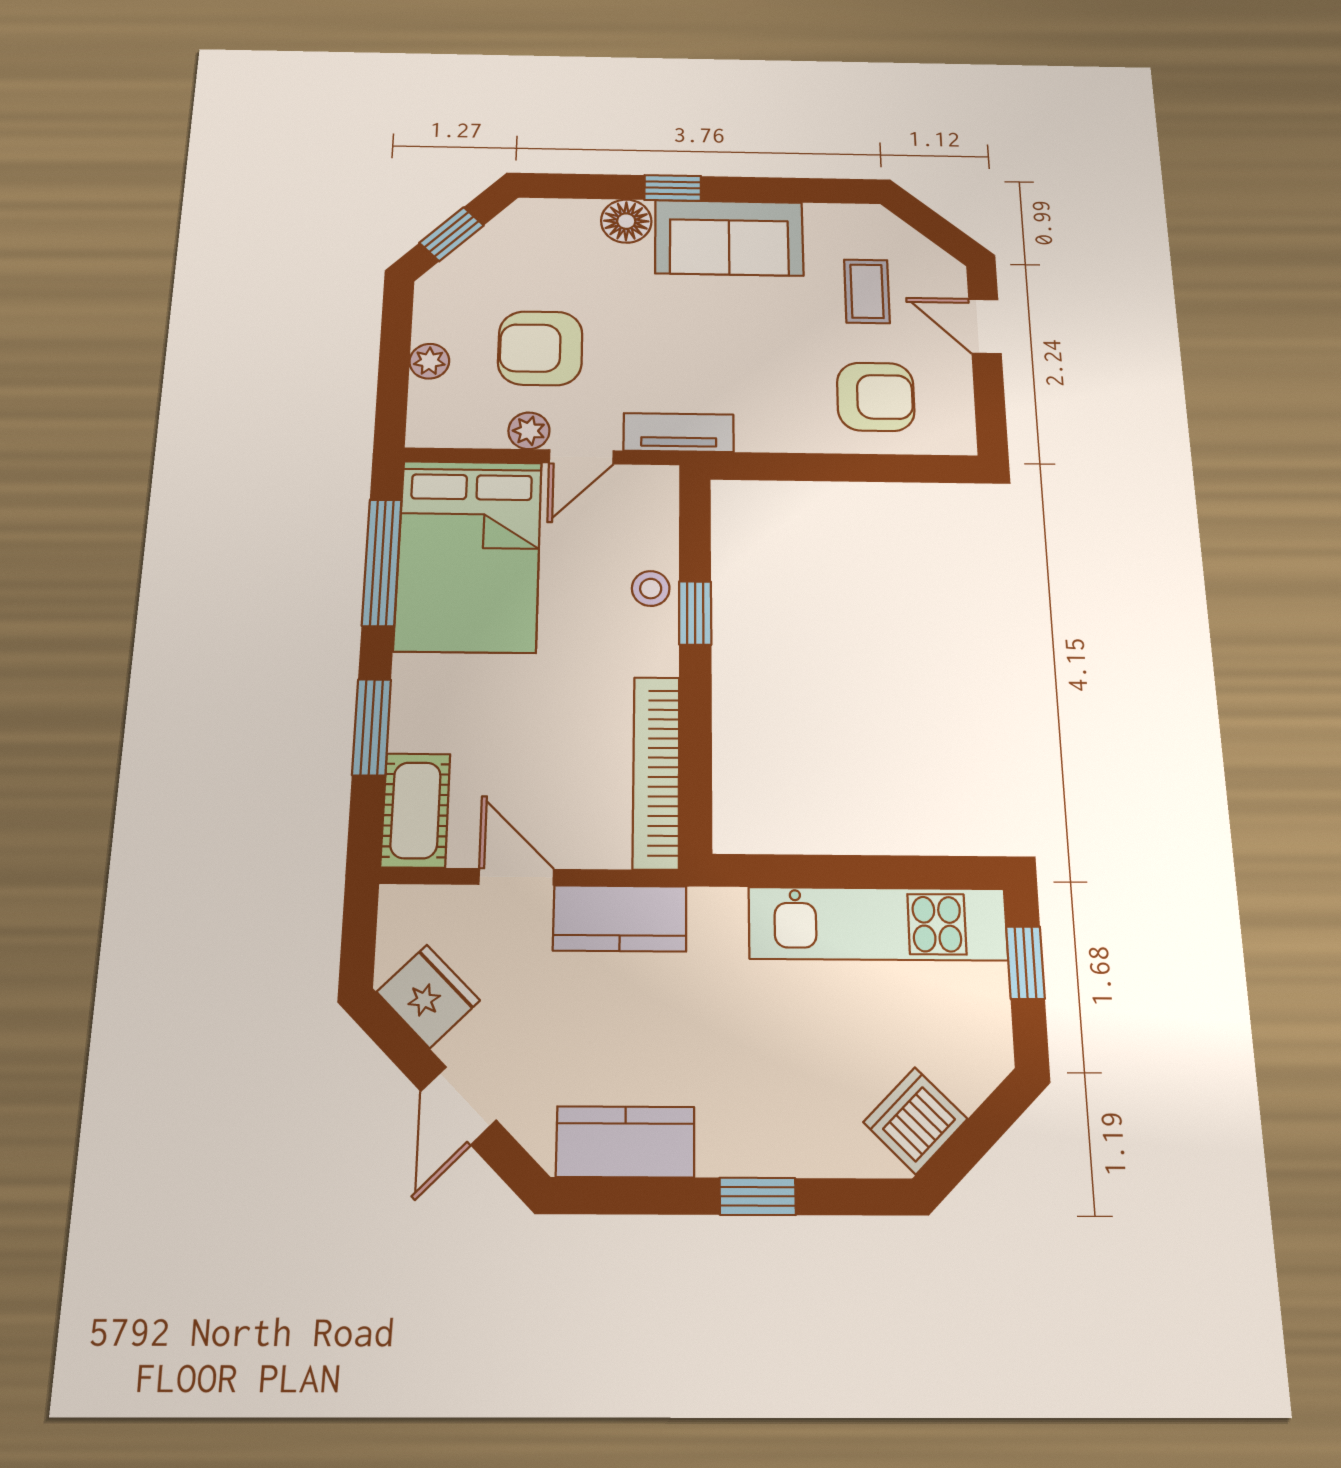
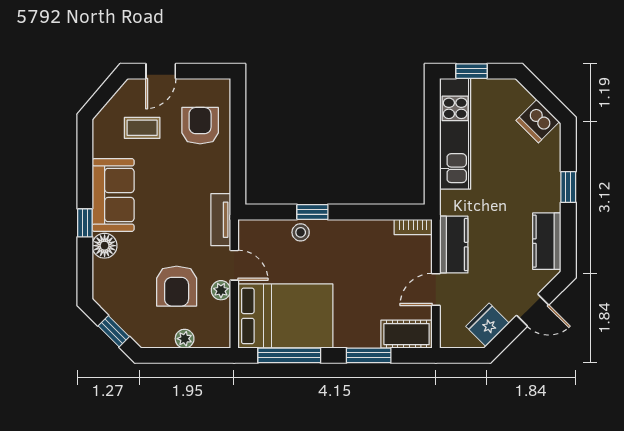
bookcase: (656, 772) -> (413, 227), width x0.43, depth x0.76

